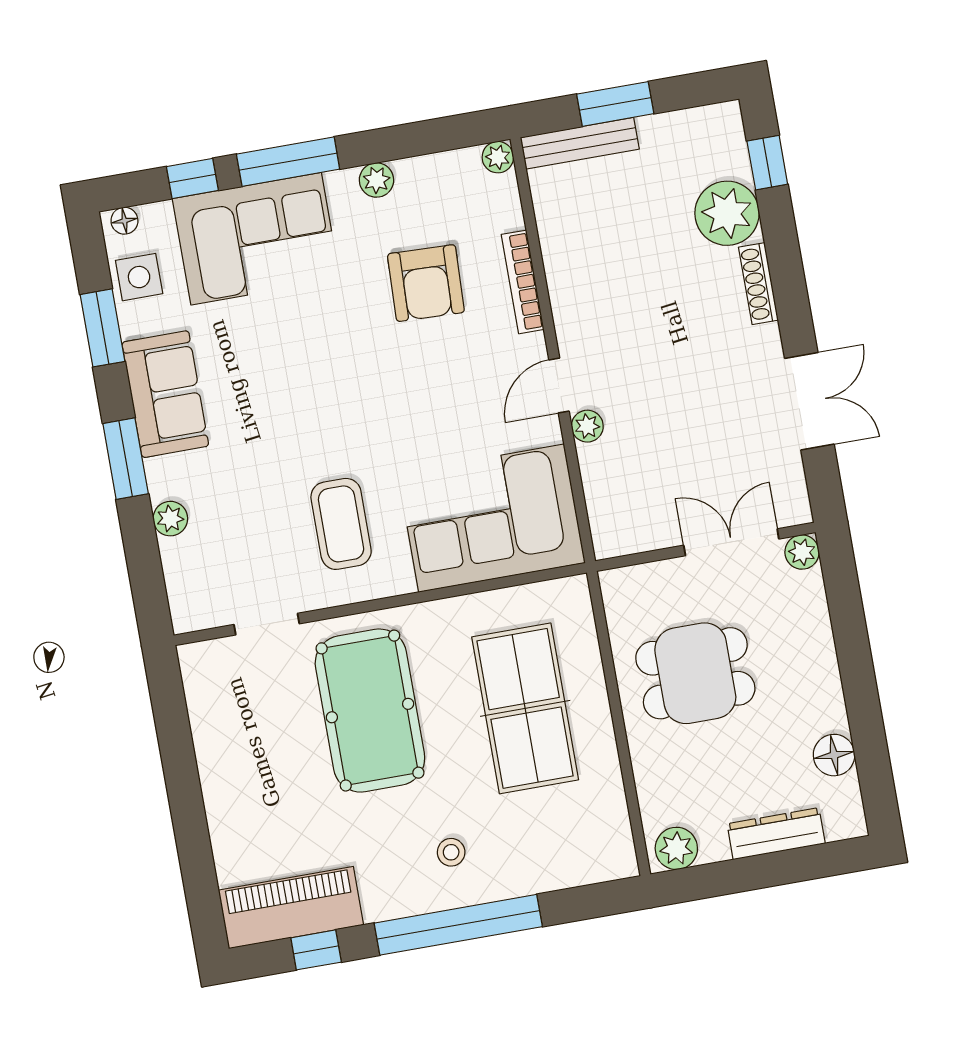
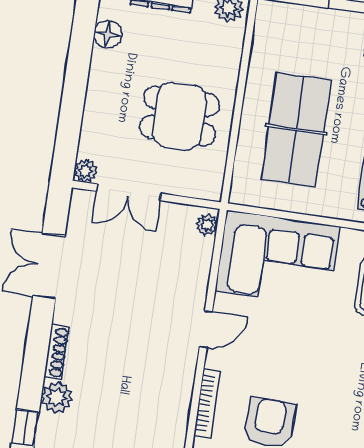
plant: (727, 213) -> (57, 397), width x0.73, depth x0.73
plant: (587, 426) -> (207, 225), moved

